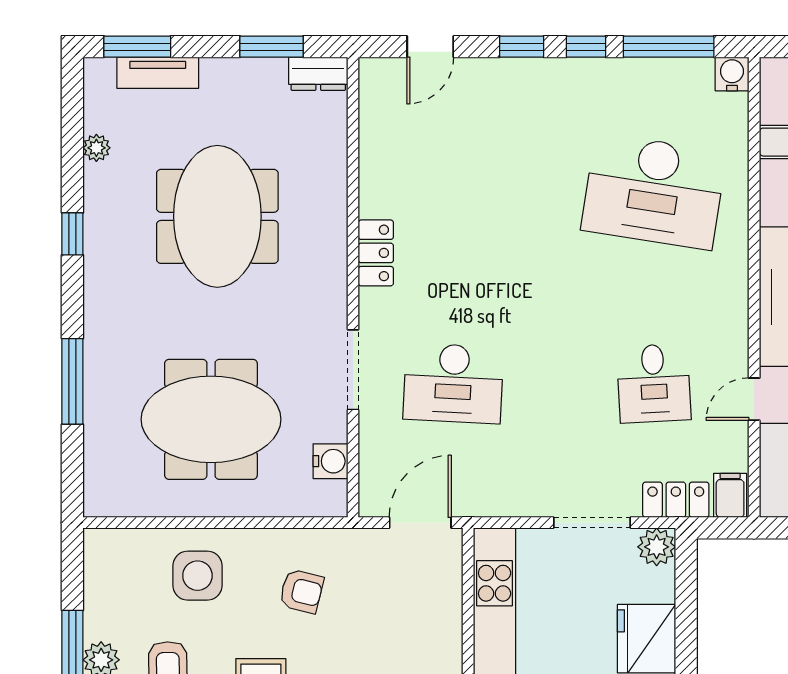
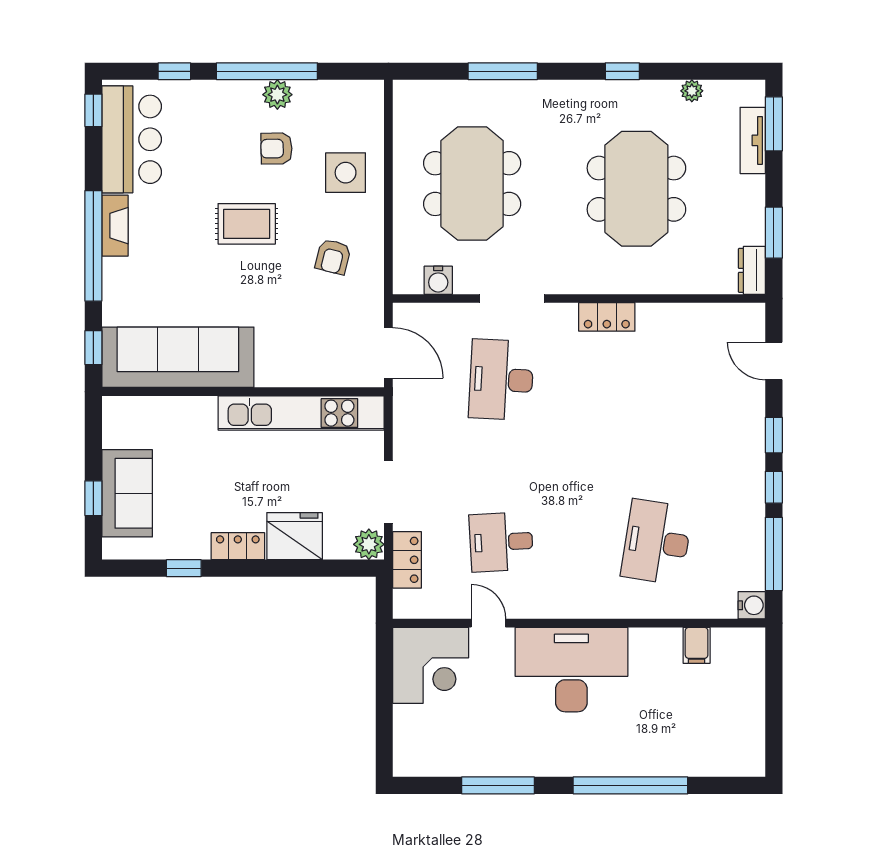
desk: (654, 191) -> (657, 542), width x0.73, depth x0.77
meeting table: (217, 216) -> (636, 189), turned 90
filing cabinet: (730, 495) -> (411, 604), removed

